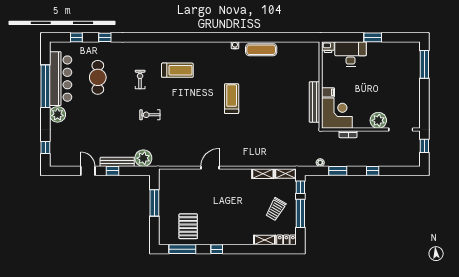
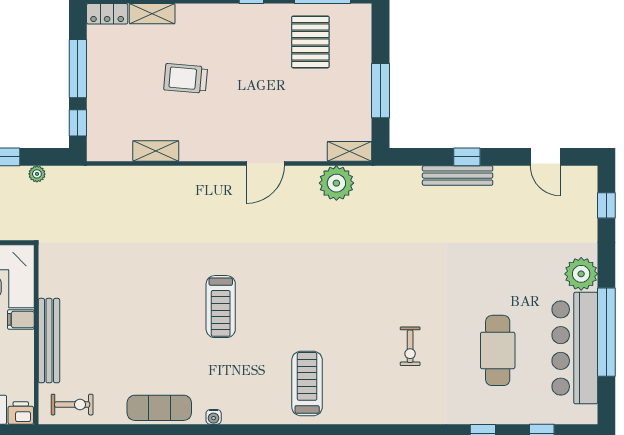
treadmill: (177, 70) -> (307, 384), moved, turned 90
bench: (314, 102) -> (49, 341), moved
exercise bike: (150, 115) -> (72, 405), moved
plant: (143, 158) -> (336, 183), moved
door: (88, 171) -> (545, 157), moved
shelving: (286, 174) -> (350, 151), moved
trolley: (276, 209) -> (186, 78), moved, turned -115

